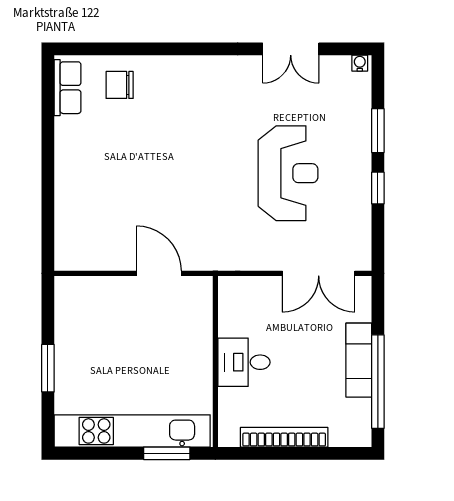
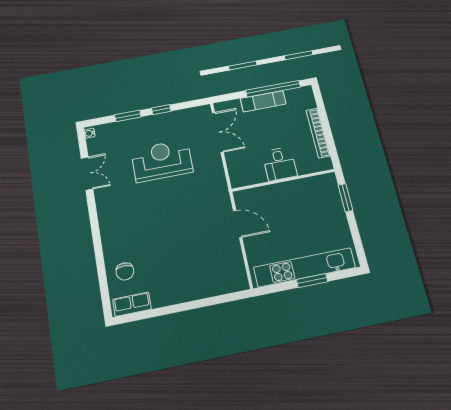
door: (159, 273) -> (238, 224), swing flipped
kitchen unit: (132, 431) -> (305, 267), moved, turned 90

